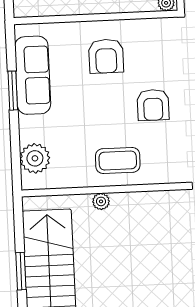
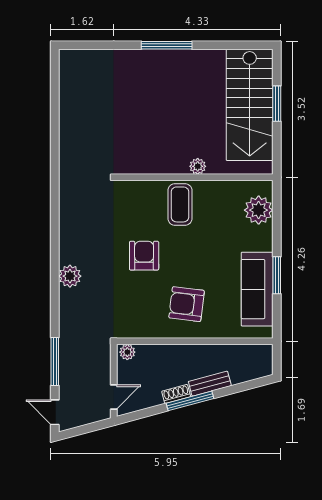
armchair: (106, 56) -> (187, 304), turned -83
coffee table: (118, 161) -> (180, 204), turned 90

